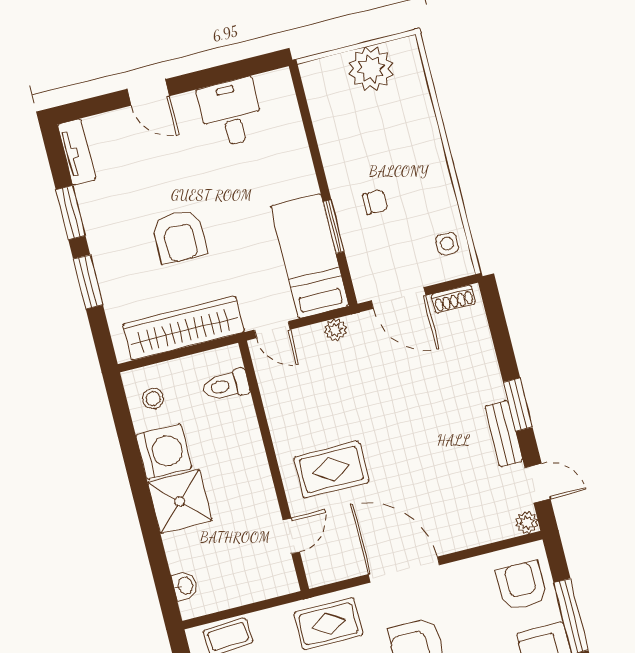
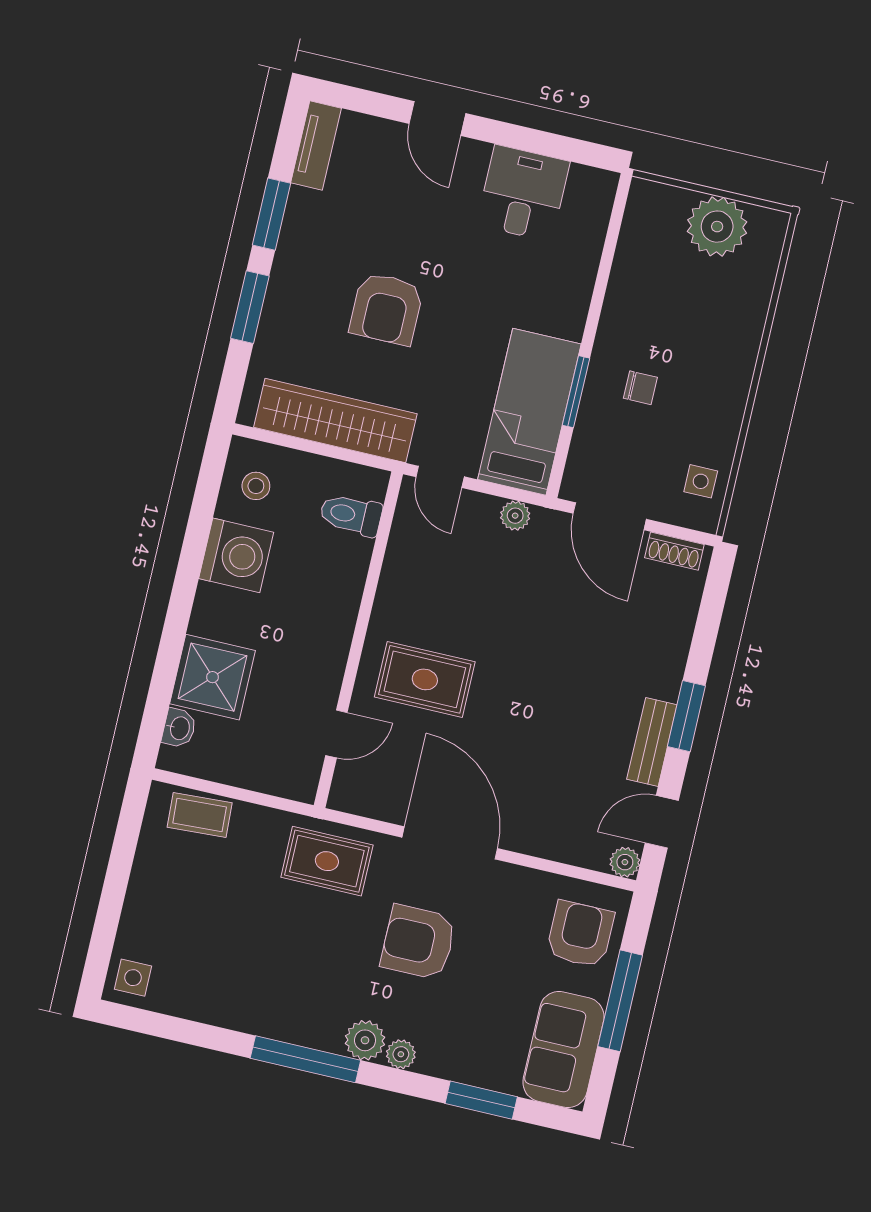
door: (538, 483) -> (662, 822), swing flipped
shower: (180, 502) -> (212, 677), moved

